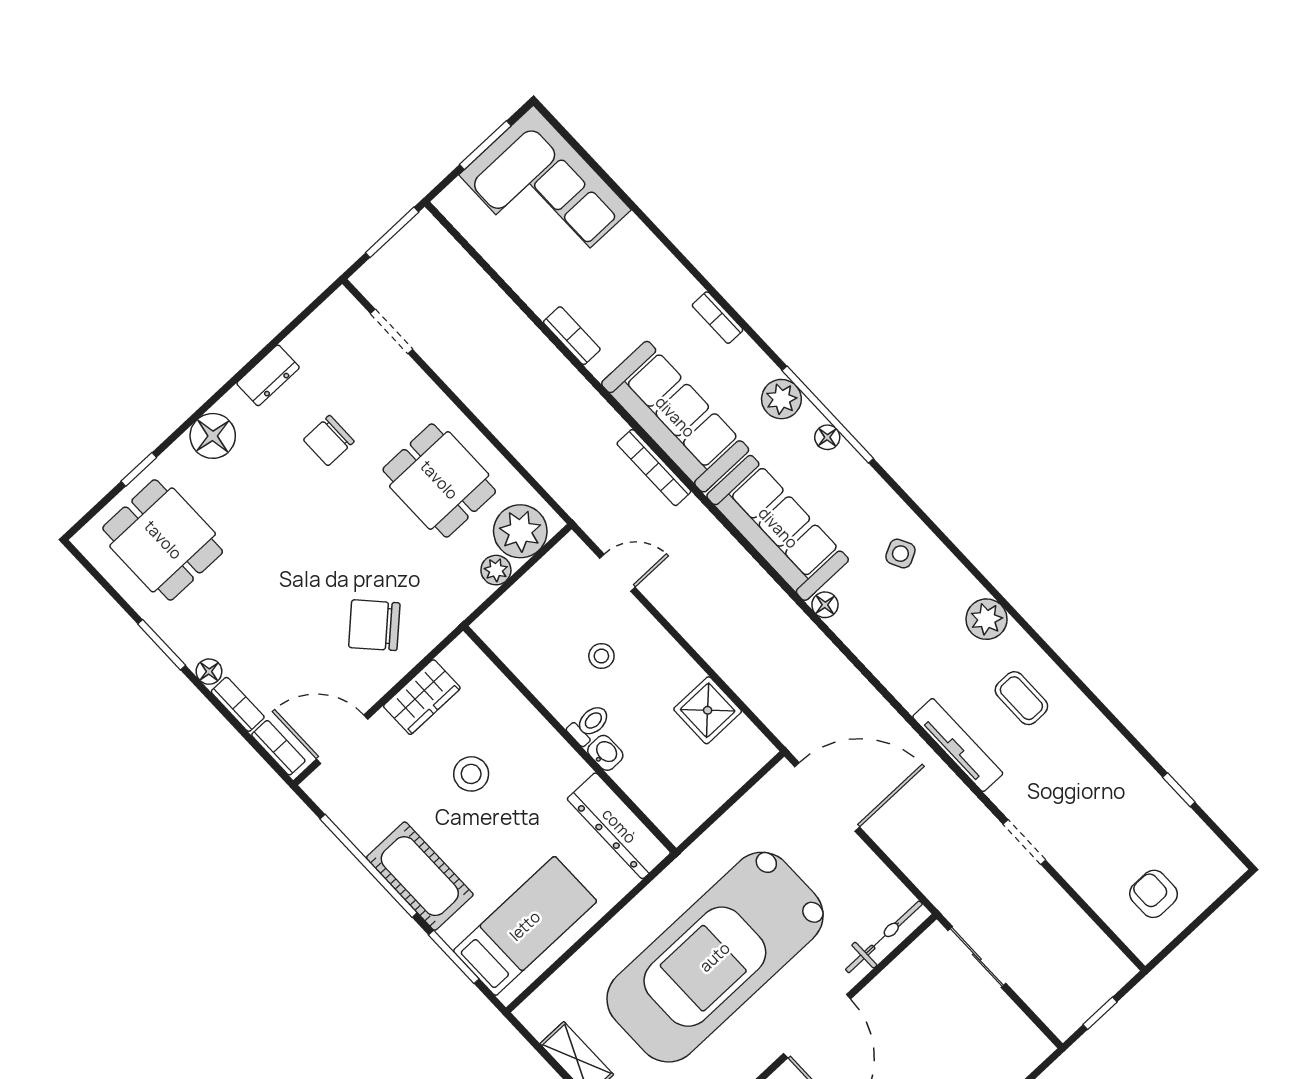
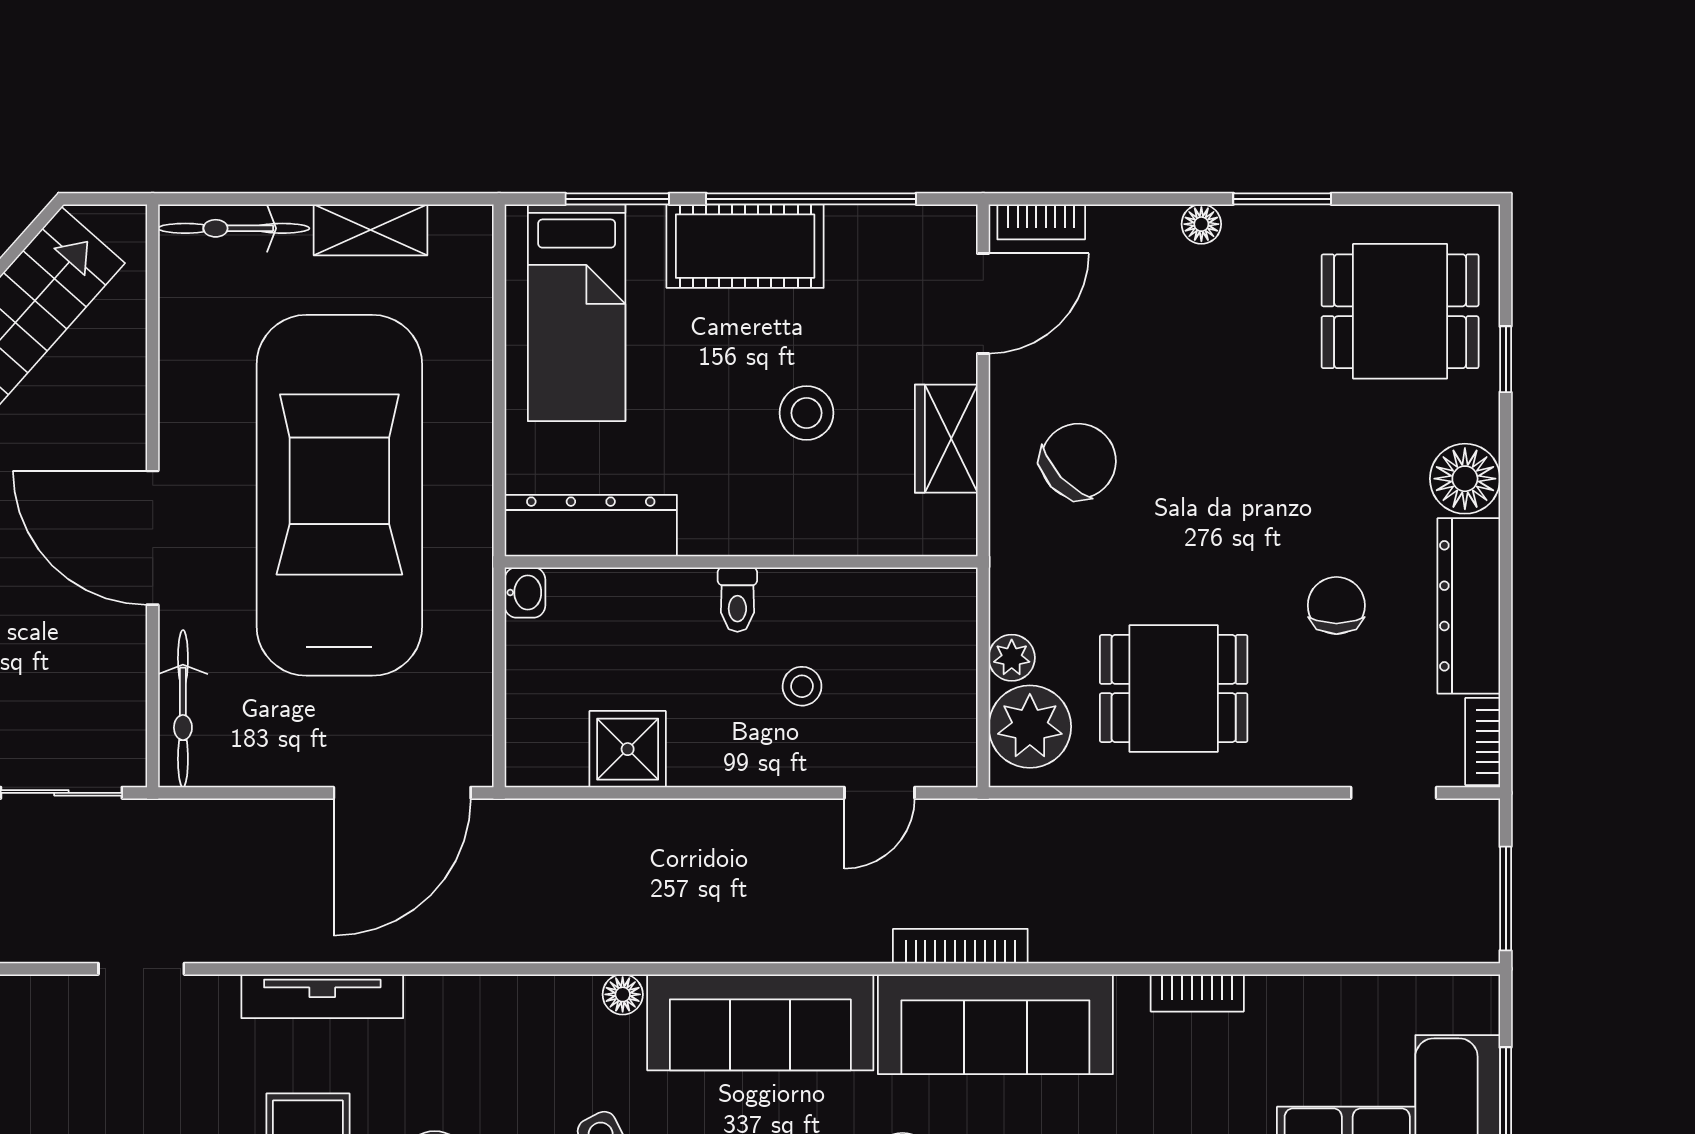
dresser: (268, 375) -> (1469, 606), width x1.96, depth x1.24
bookcase: (238, 704) -> (1483, 742), moved, turned 90
washbasin: (605, 753) -> (525, 593), moved, turned -90

